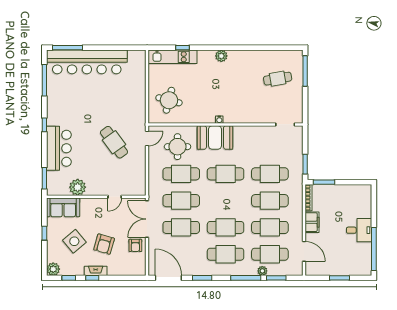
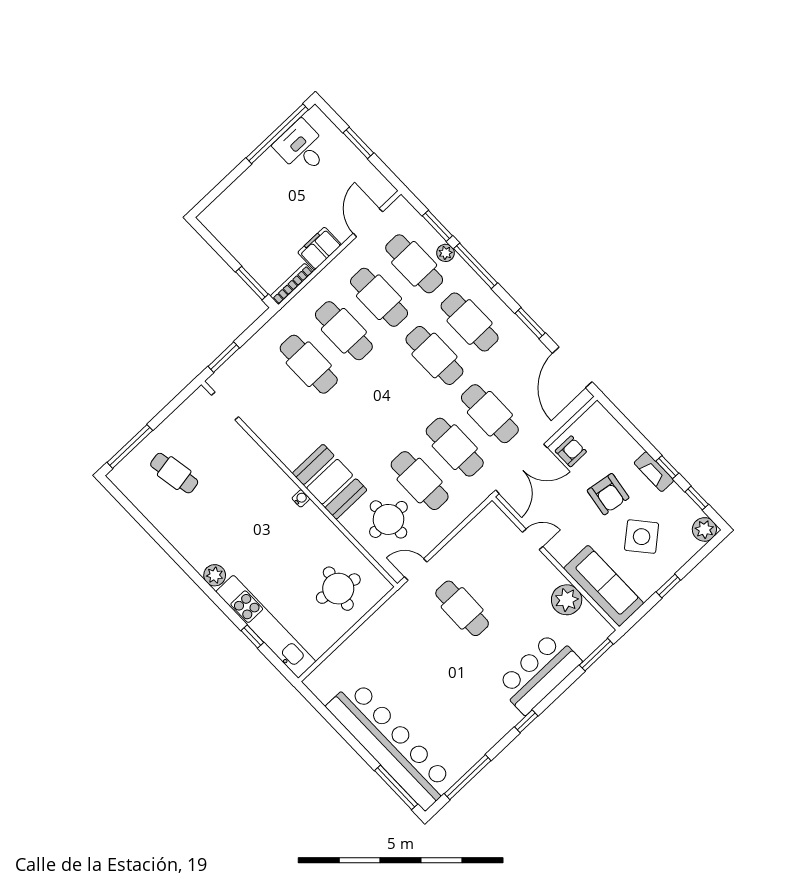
kitchen unit: (173, 57) -> (266, 627), width x1.36
cafe table: (114, 142) -> (462, 608), turned -53
window: (305, 164) -> (224, 357), moved
cafe table: (226, 174) -> (364, 422), removed
sofa: (63, 207) -> (604, 586), width x1.36
desk: (359, 230) -> (302, 148), moved
armchair: (104, 244) -> (608, 494), turned 83

